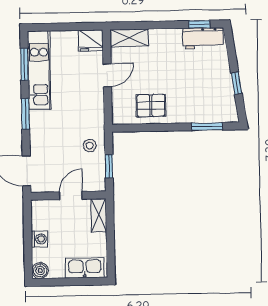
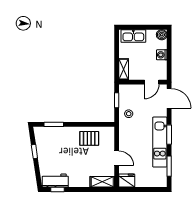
kitchen unit: (39, 70) -> (160, 142), moved
door: (107, 75) -> (117, 158), swing flipped
door: (71, 196) -> (152, 82), moved

